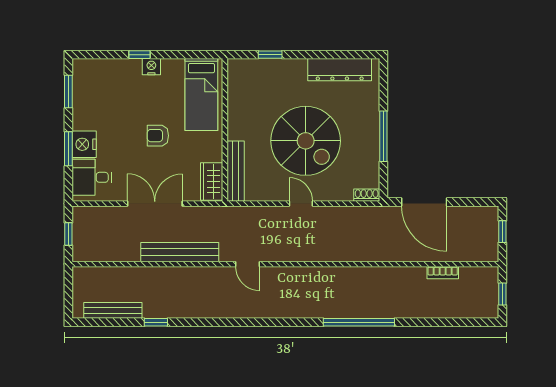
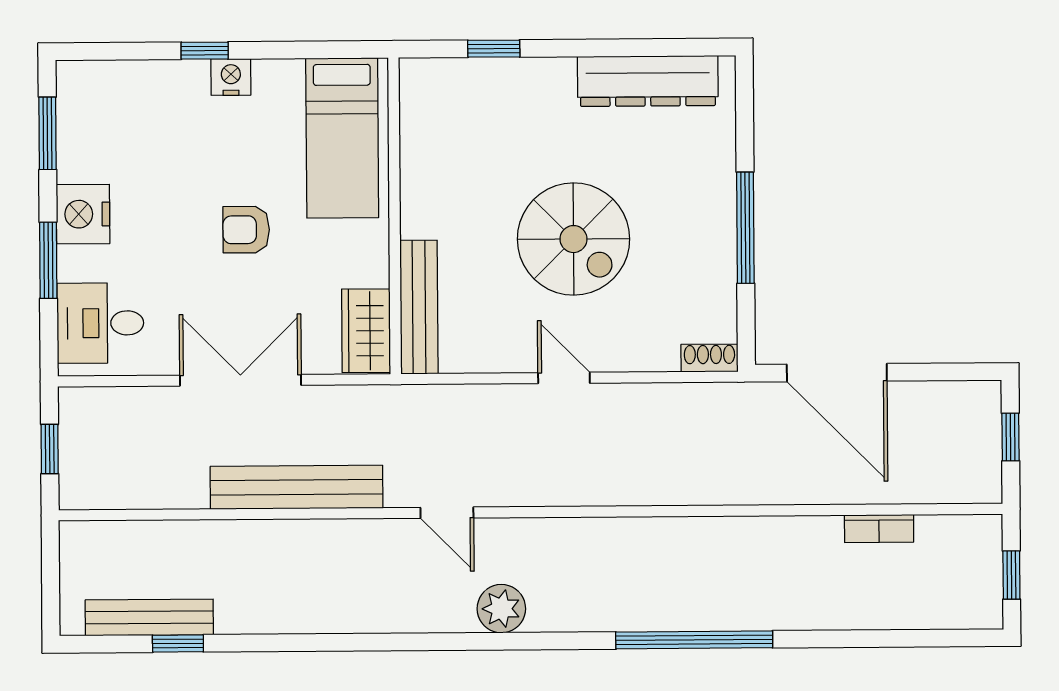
spiral stairs: (306, 141) -> (574, 239), width x0.73, depth x0.73
nightstand: (84, 144) -> (83, 214), moved
plant: (272, 308) -> (501, 609), added
window: (156, 322) -> (178, 643), moved

